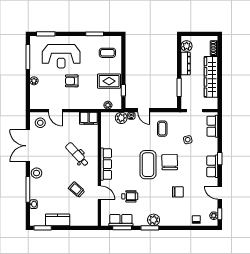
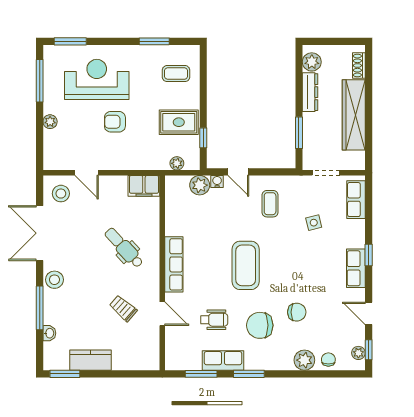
reception desk: (61, 56) -> (97, 79), turned 180
chair: (170, 162) -> (260, 325), moved, turned -89
row of seats: (121, 220) -> (223, 360), moved
plant: (154, 220) -> (304, 360), moved

